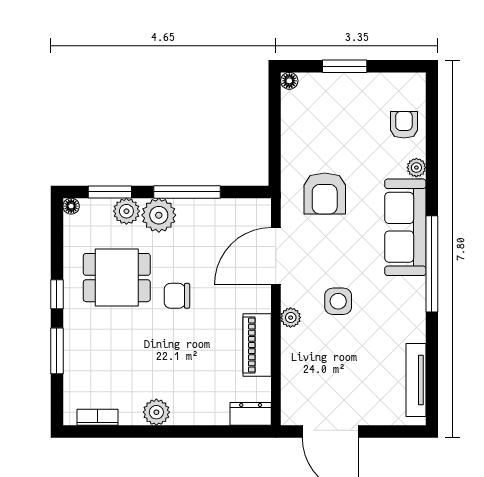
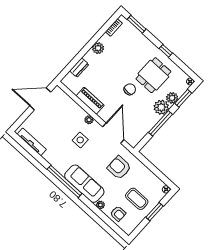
coffee table: (350, 116) -> (137, 199), added
window: (57, 351) -> (137, 24), moved
dresser: (251, 414) -> (79, 68), moved

